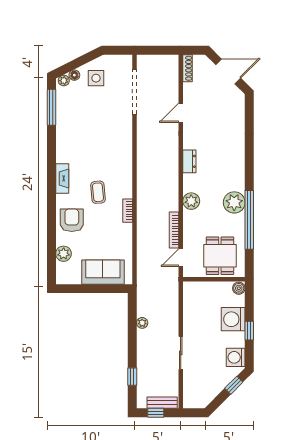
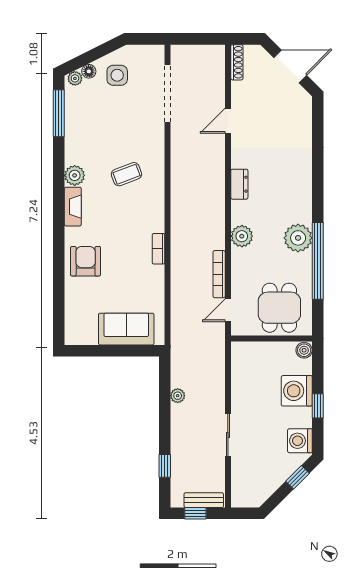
coffee table: (98, 192) -> (126, 174), moved, turned 74
plant: (64, 254) -> (75, 175), moved

